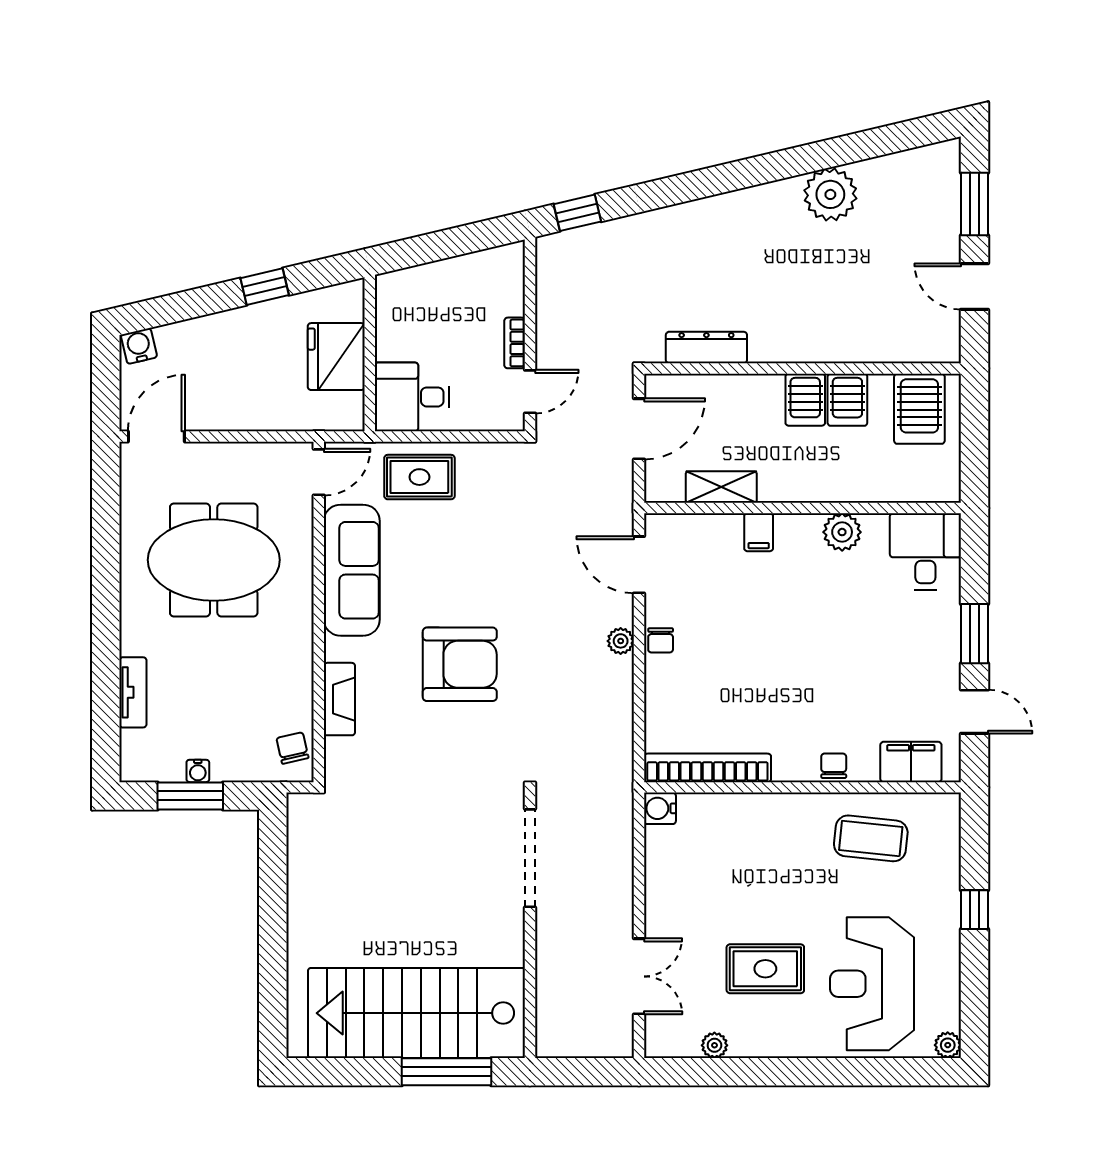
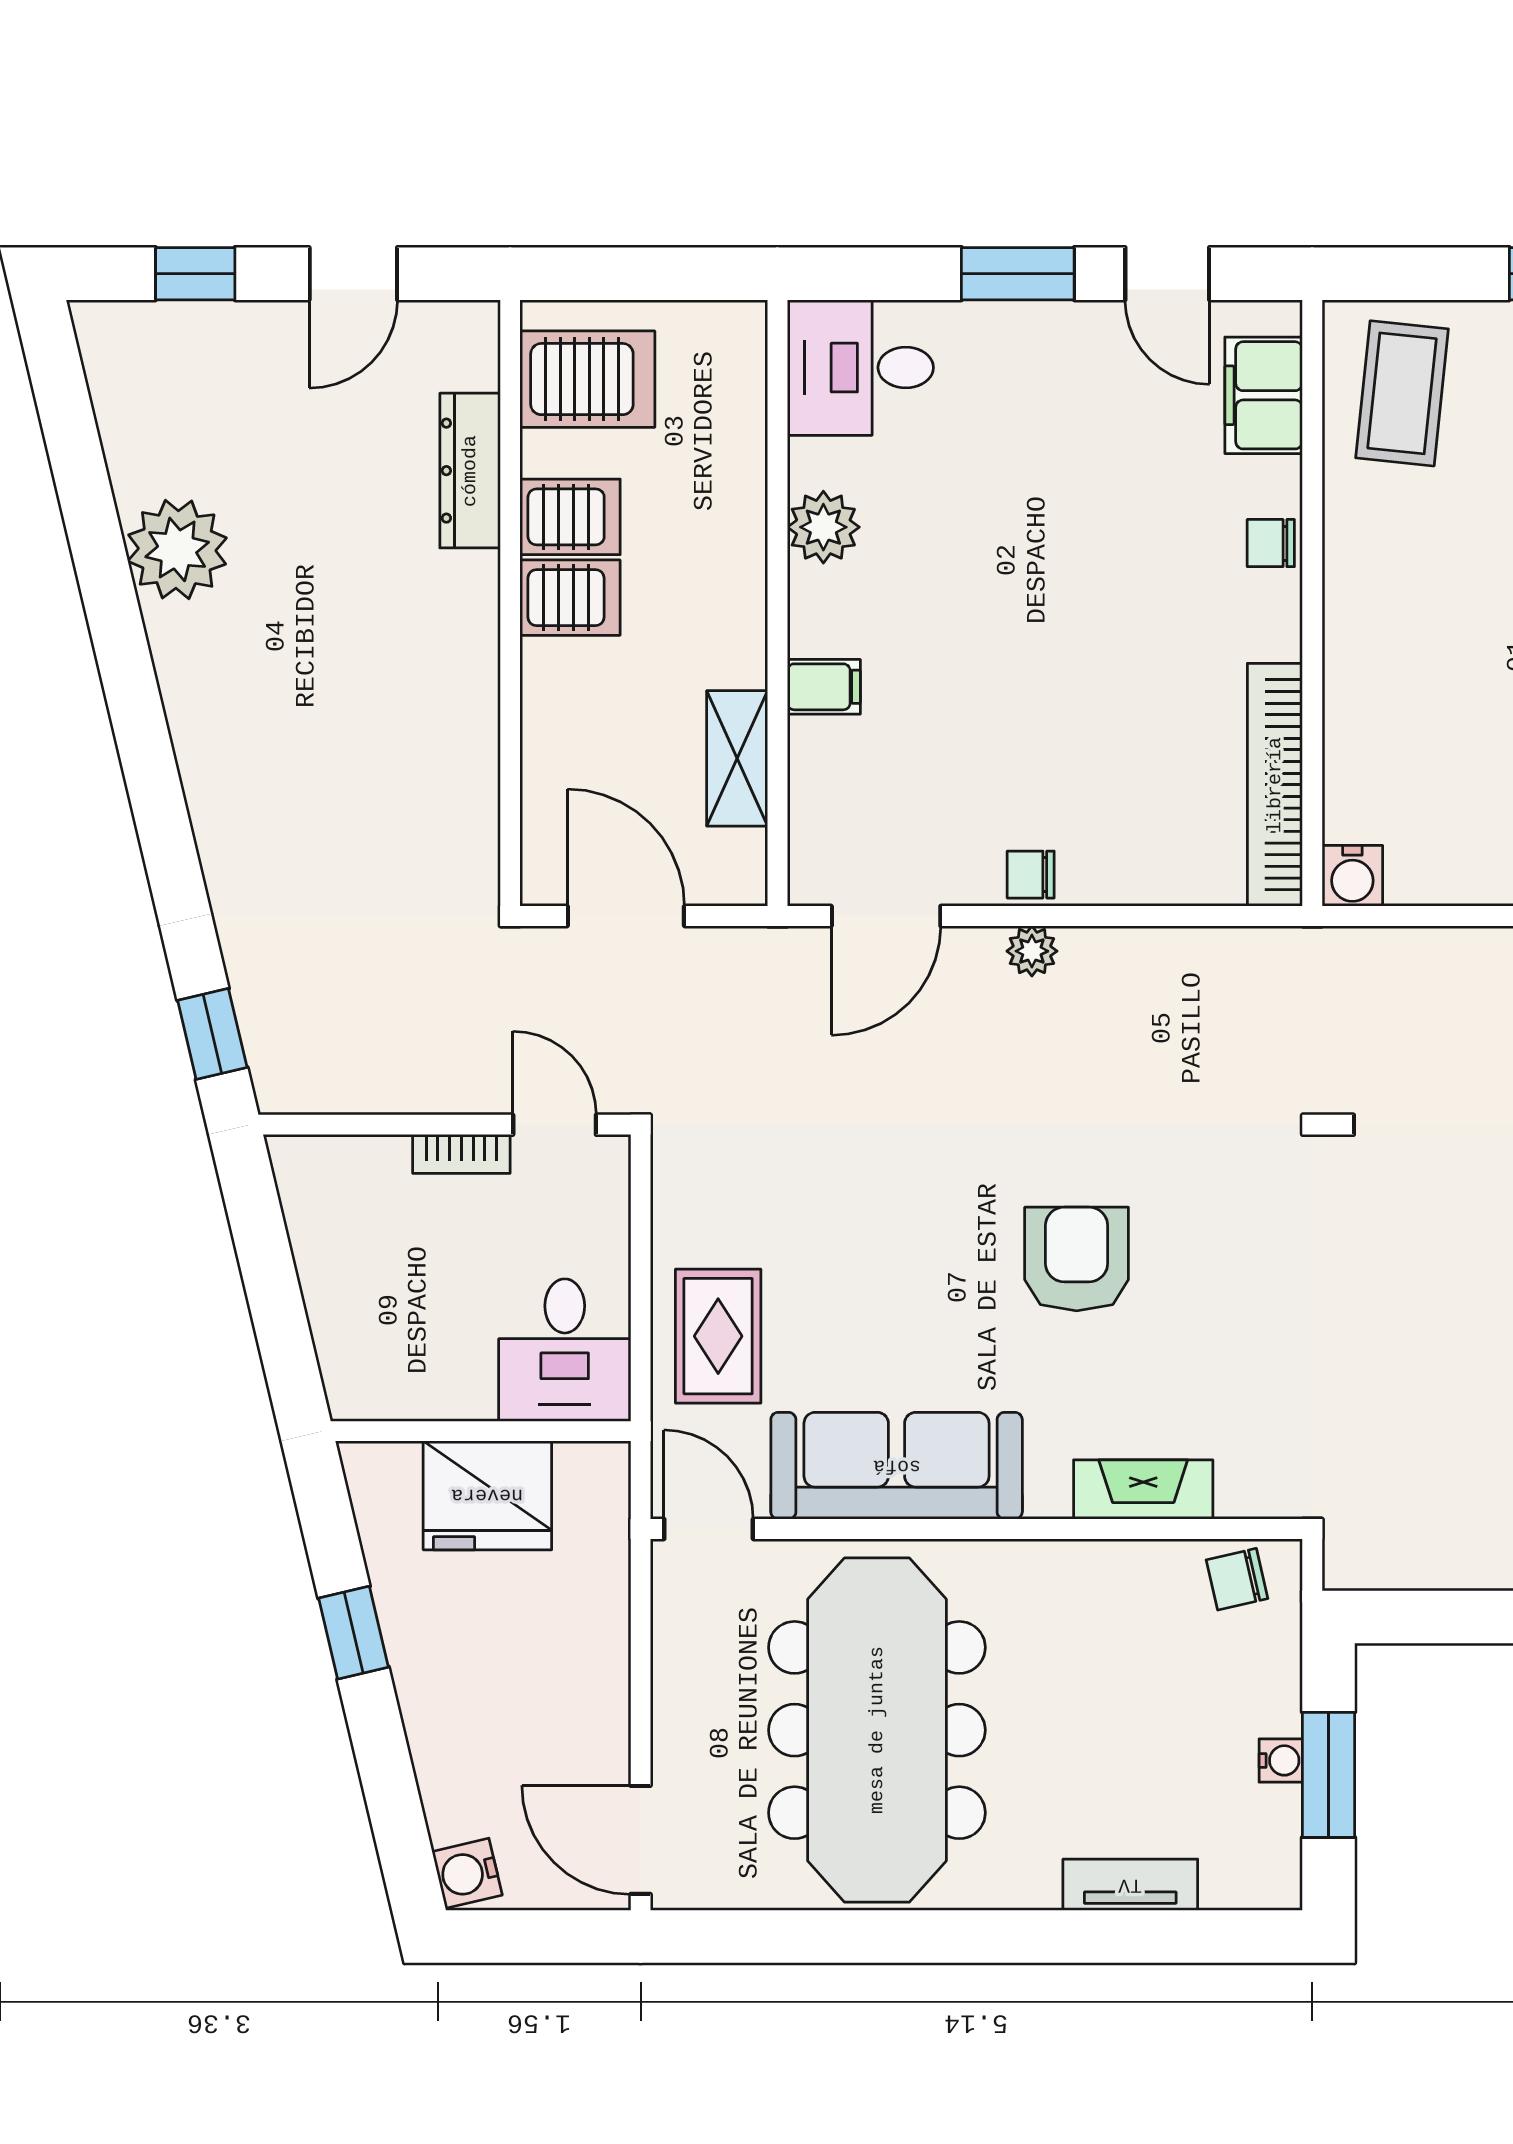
window: (974, 204) -> (195, 274), width x0.67
dresser: (706, 347) -> (470, 471), moved
meeting table: (214, 560) -> (877, 1730), width x1.36
chair: (661, 640) -> (1031, 875), turned 180
armchair: (460, 664) -> (1077, 1259), width x0.73, depth x0.73
door: (974, 712) -> (1167, 274), swing flipped
coffee table: (871, 838) -> (1402, 393), moved

